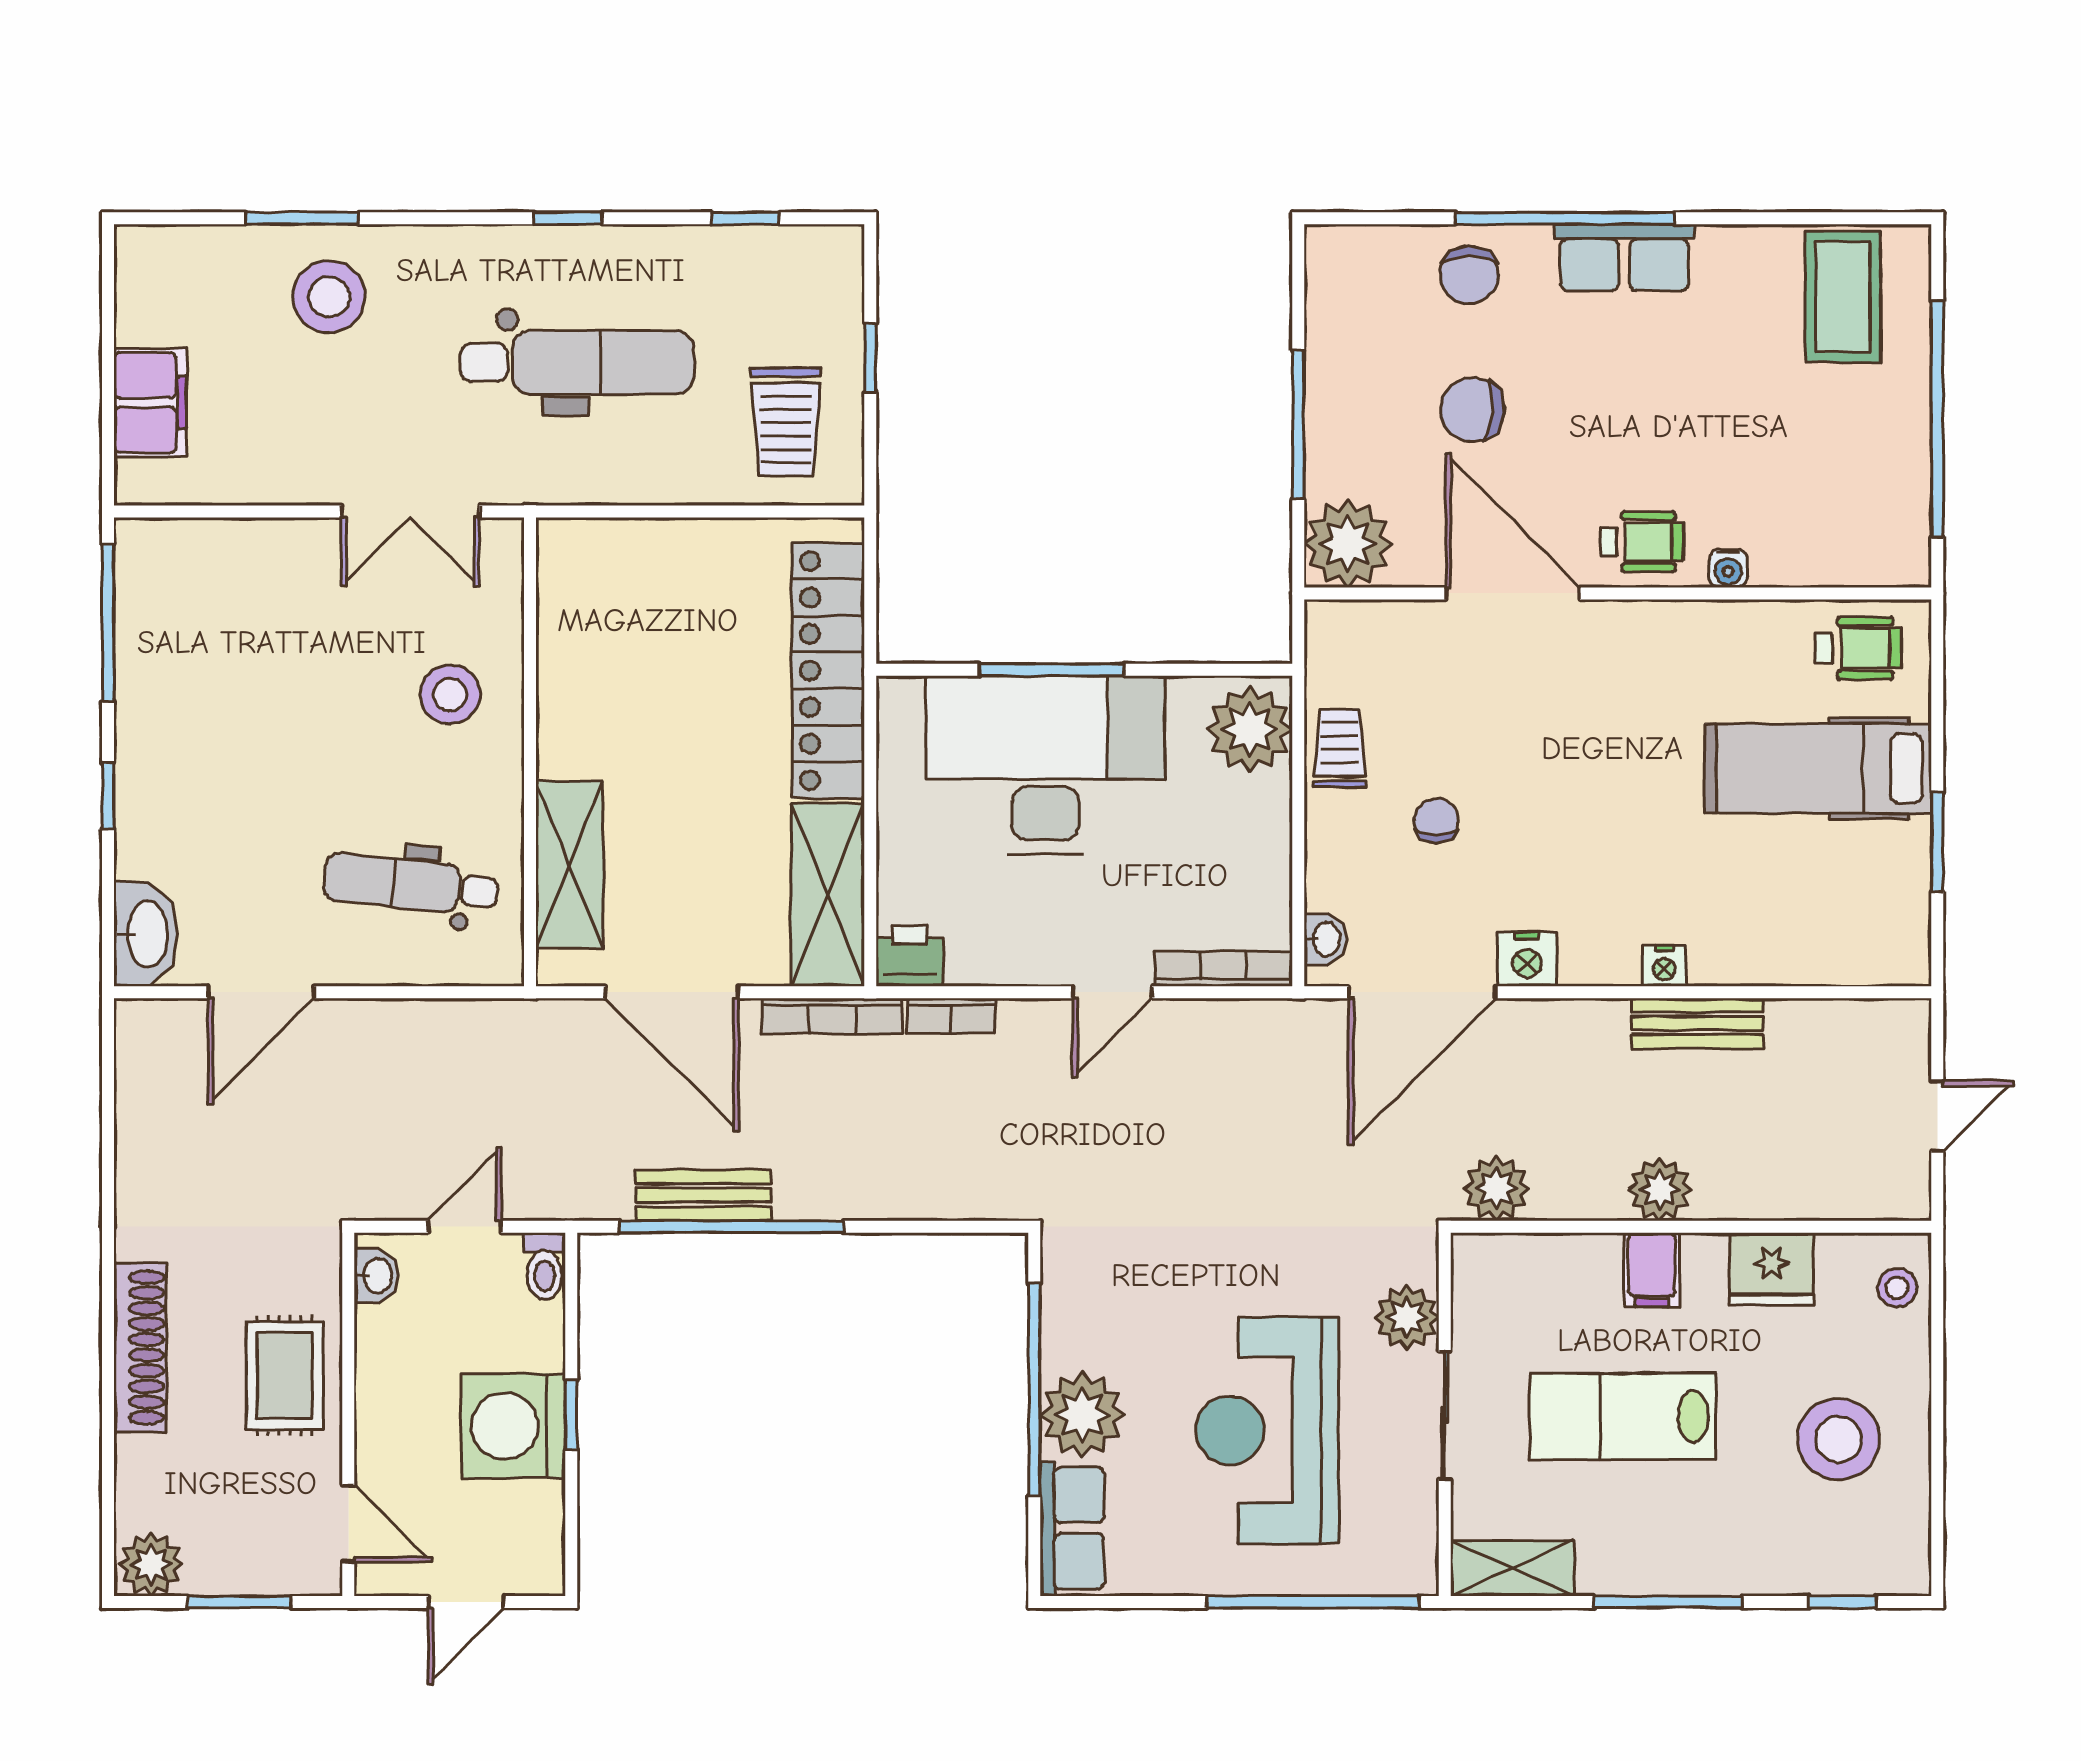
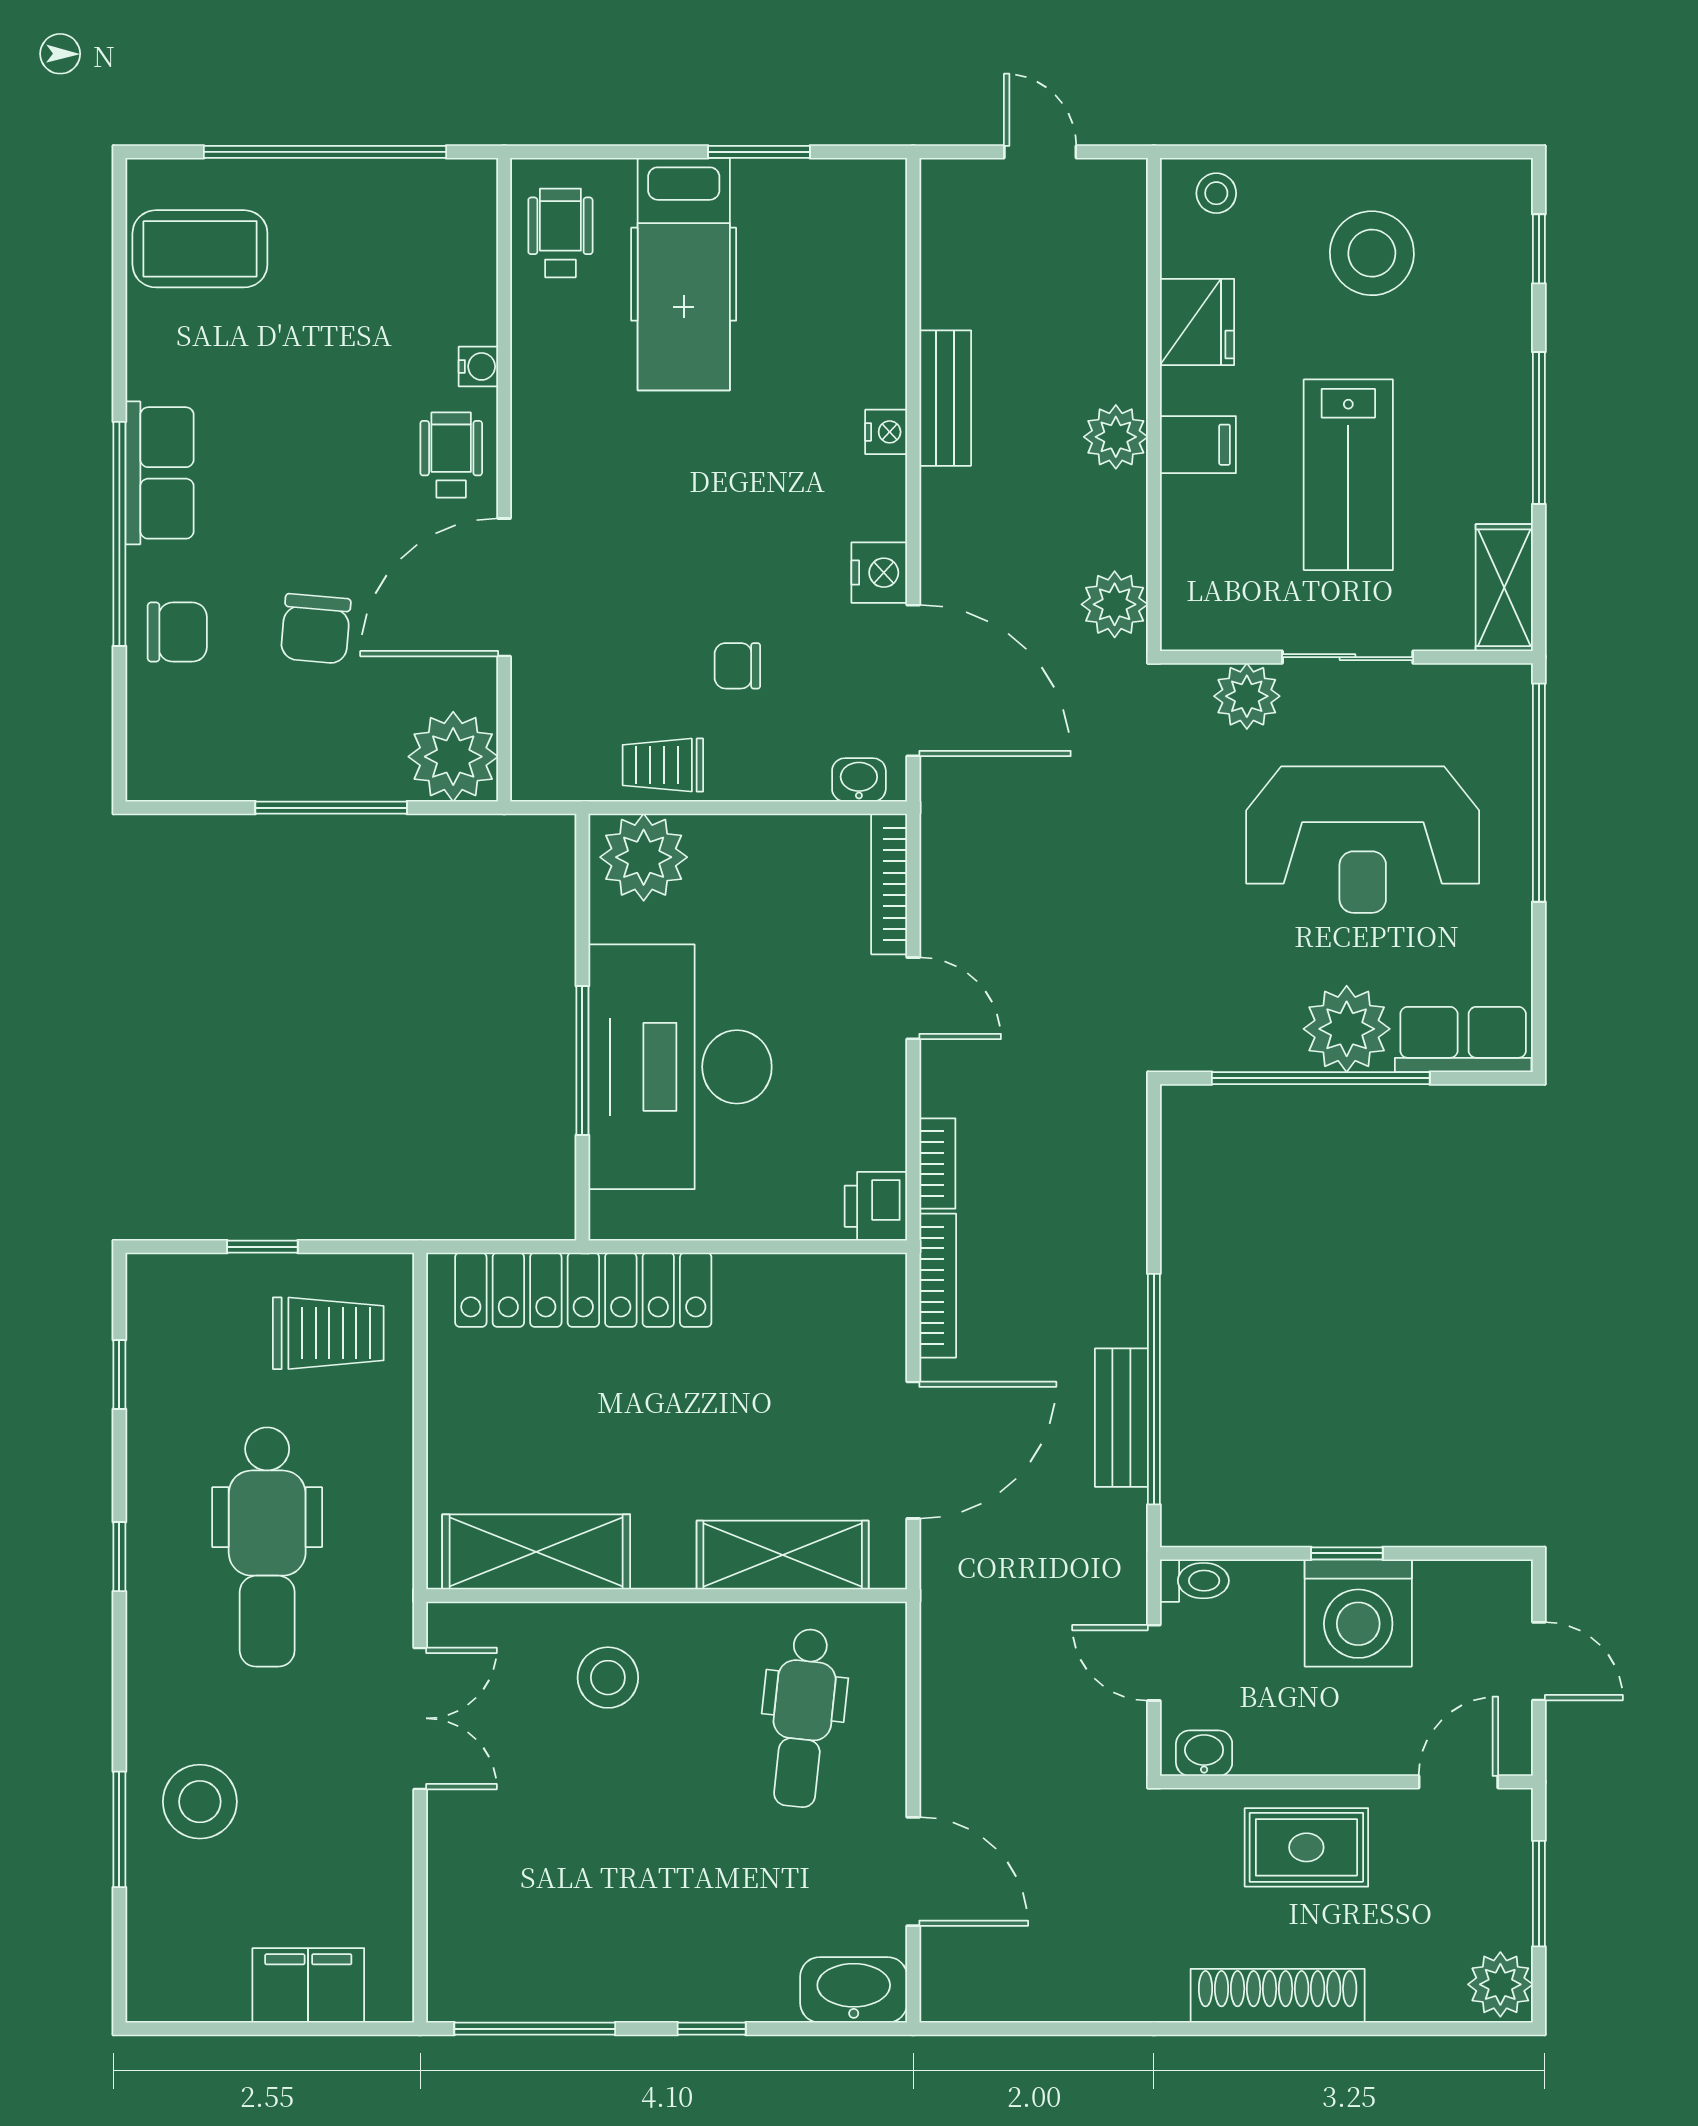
dental chair: (577, 362) -> (267, 1547), turned 180
shelving: (828, 895) -> (536, 1552), moved

